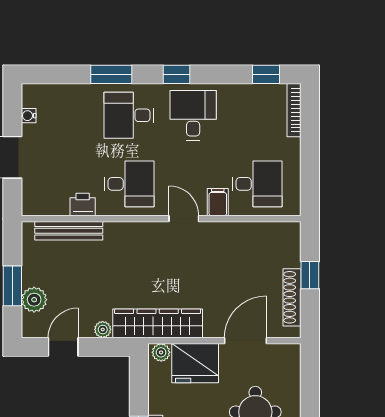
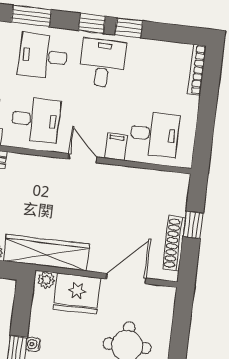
window: (266, 74) -> (129, 28), moved

